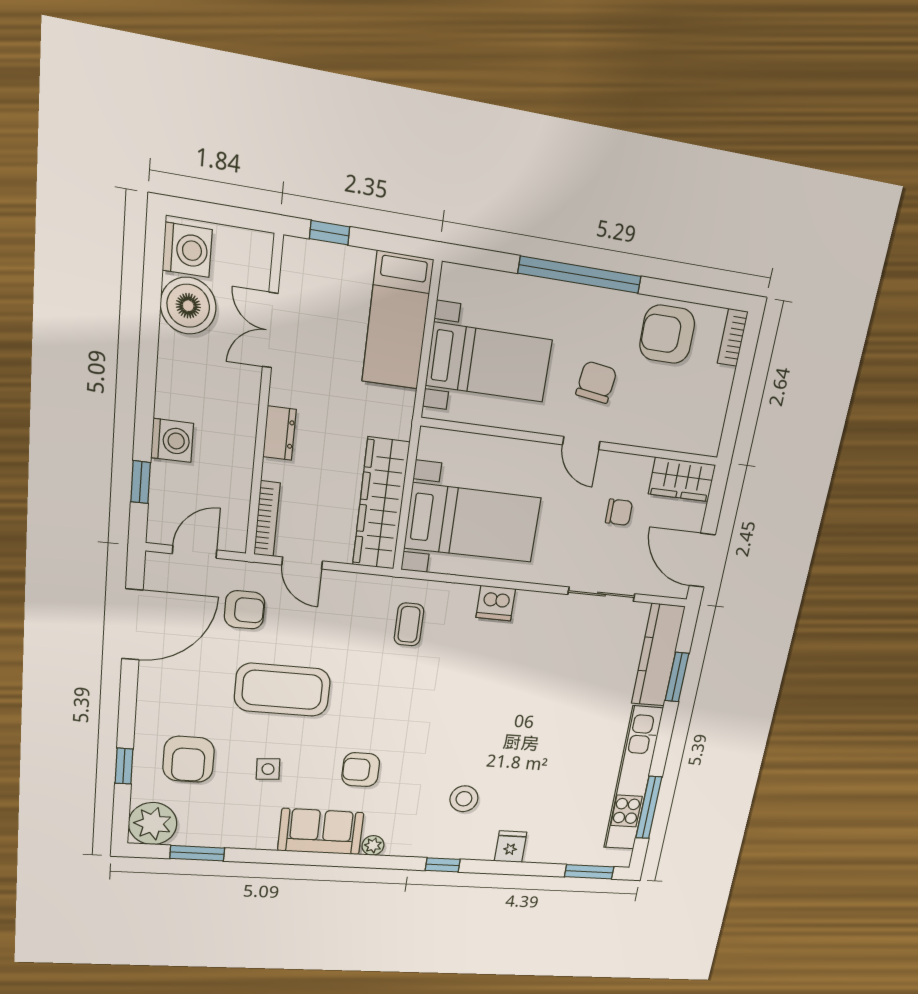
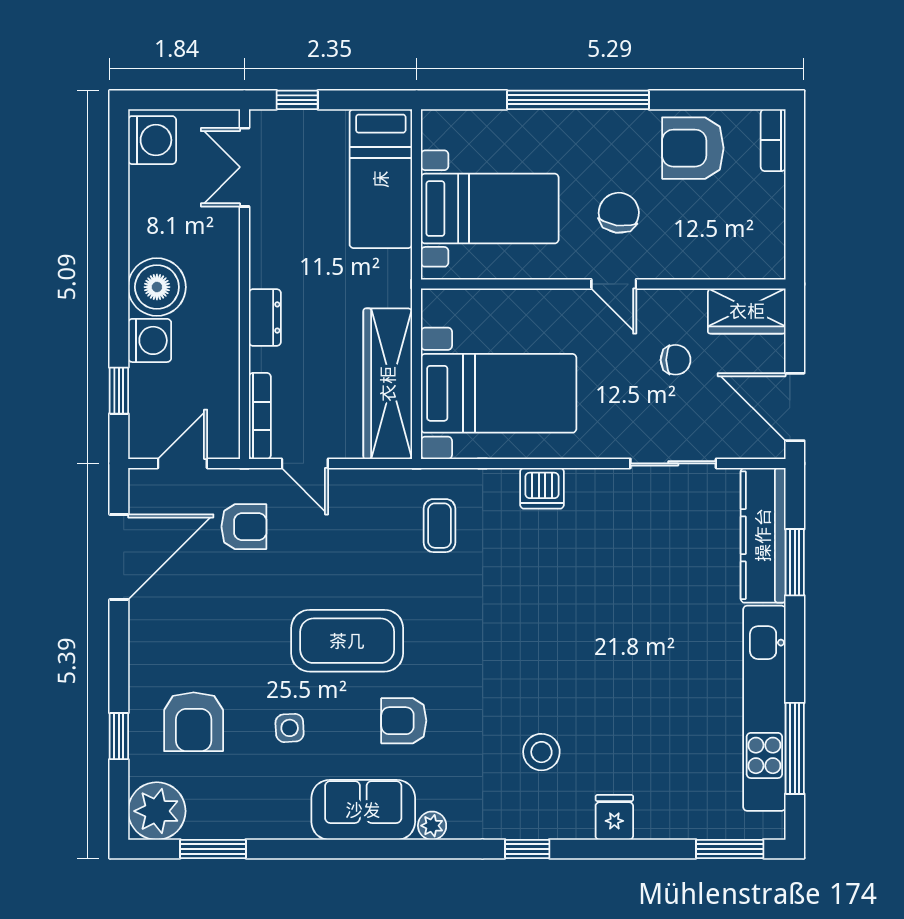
boiler: (188, 306) -> (157, 287), moved
double door: (270, 330) -> (244, 167), moved
coffee table: (282, 690) -> (347, 641), moved

